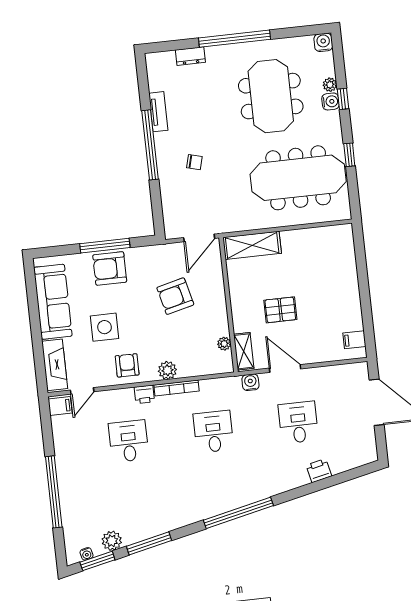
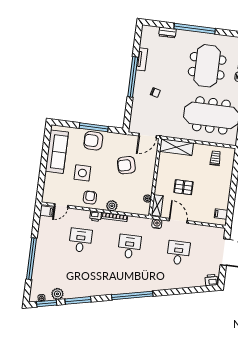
trolley: (322, 248) -> (215, 158), added
fireplace: (55, 365) -> (49, 187), removed
printer: (319, 471) -> (211, 280), moved

